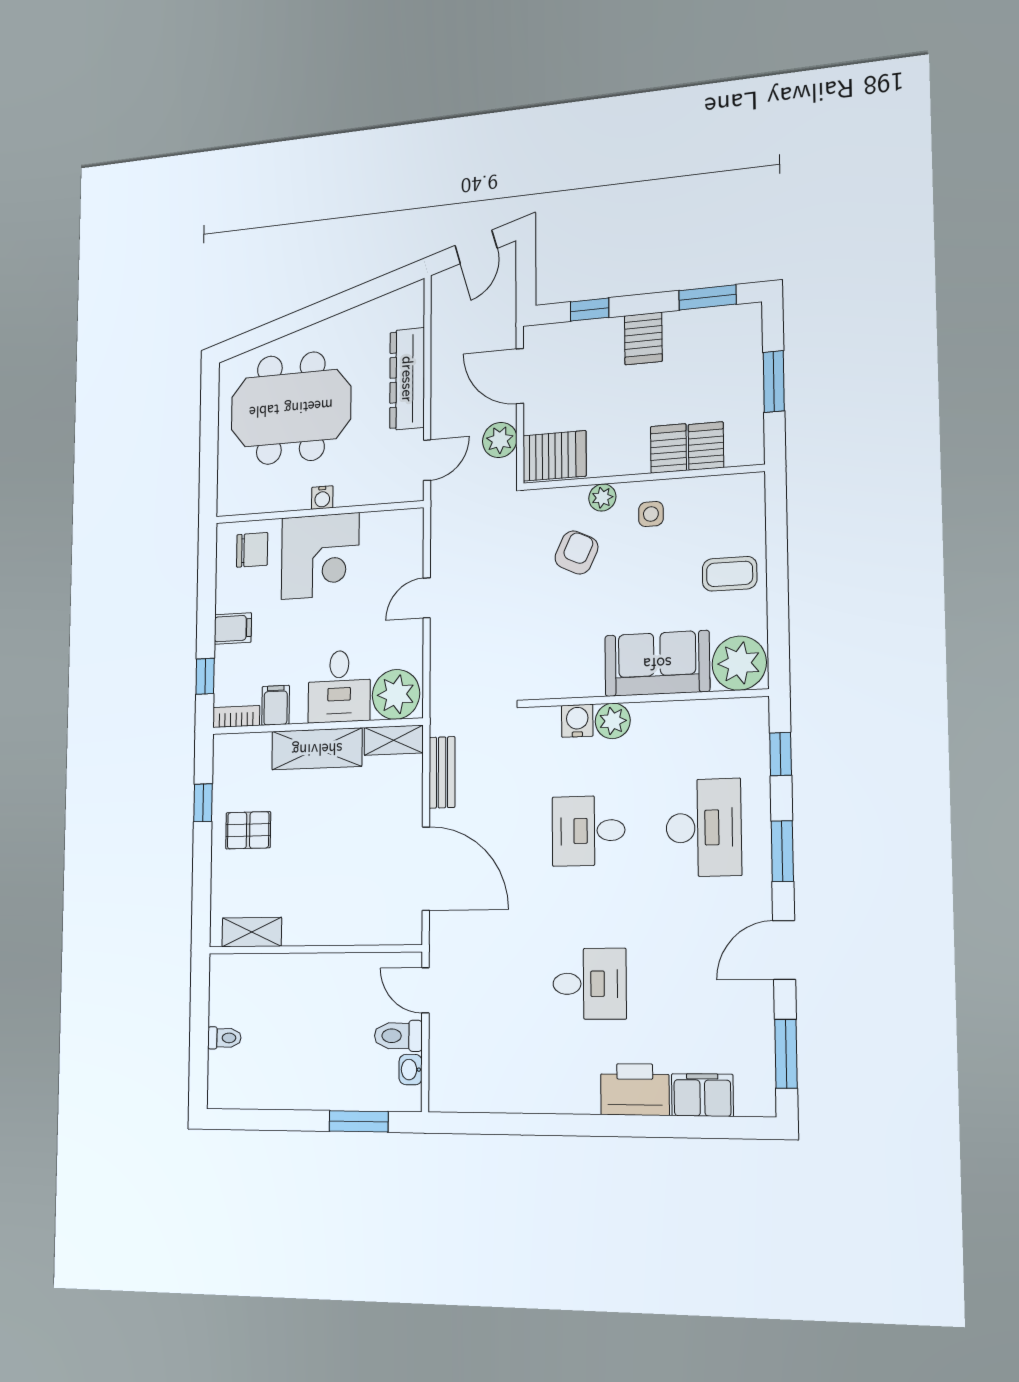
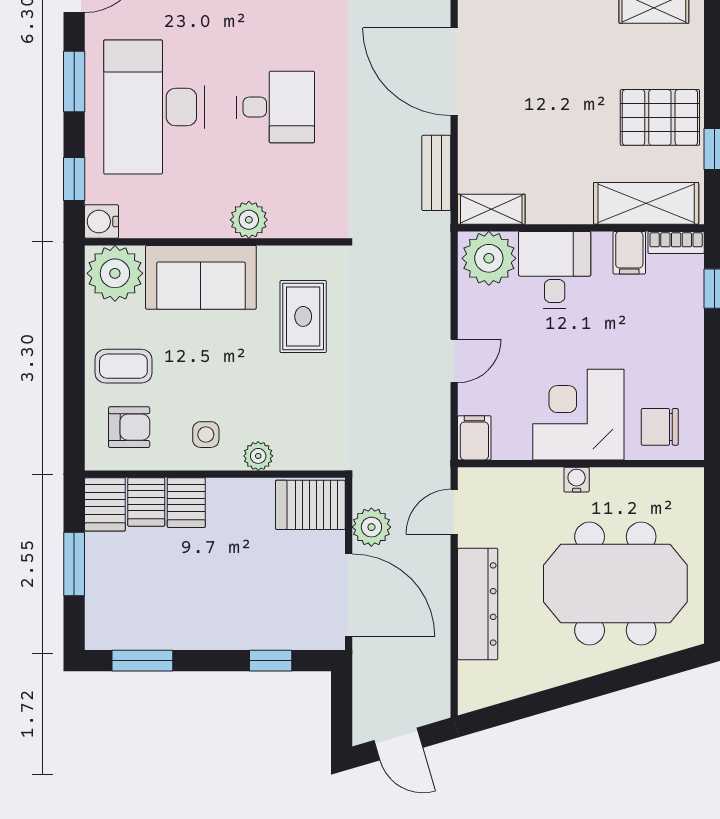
door: (476, 247) -> (398, 744), swing flipped
server rack: (643, 338) -> (105, 504), moved, turned 180
door: (520, 376) -> (349, 595), width x1.36
armchair: (576, 552) -> (129, 427), moved, turned -115
filing cabinet: (233, 629) -> (474, 438), moved, turned 90
rug: (562, 631) -> (303, 316), added
water cooler: (577, 721) -> (102, 222), moved, turned 90
shelving: (317, 749) -> (646, 203), moved
desk: (704, 828) -> (154, 107), width x1.36, depth x1.30
pallet: (248, 830) -> (660, 117), width x1.50, depth x1.42

